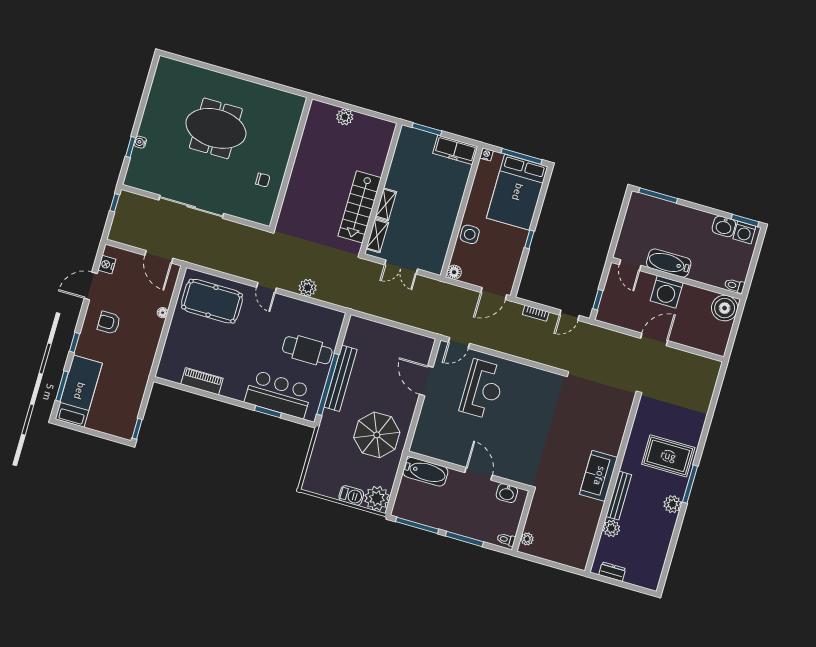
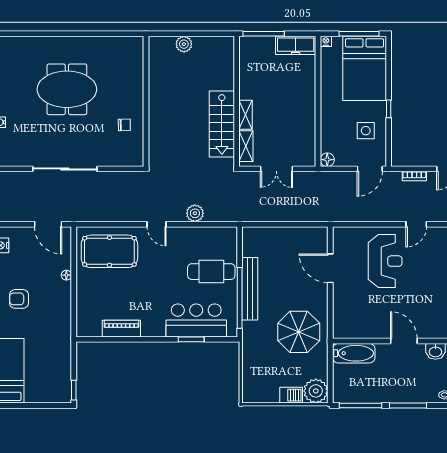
window: (427, 129) -> (264, 34), width x1.44
side table: (470, 234) -> (366, 131), moved
door: (459, 343) -> (416, 224), moved

